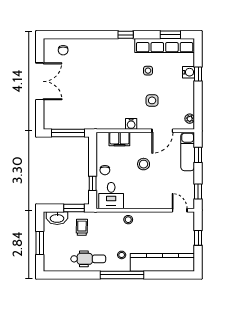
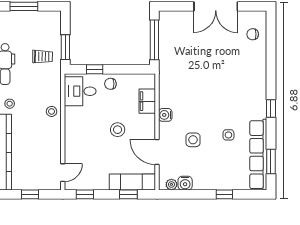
water cooler: (189, 72) -> (185, 183), moved
washbasin: (57, 218) -> (53, 27), removed

